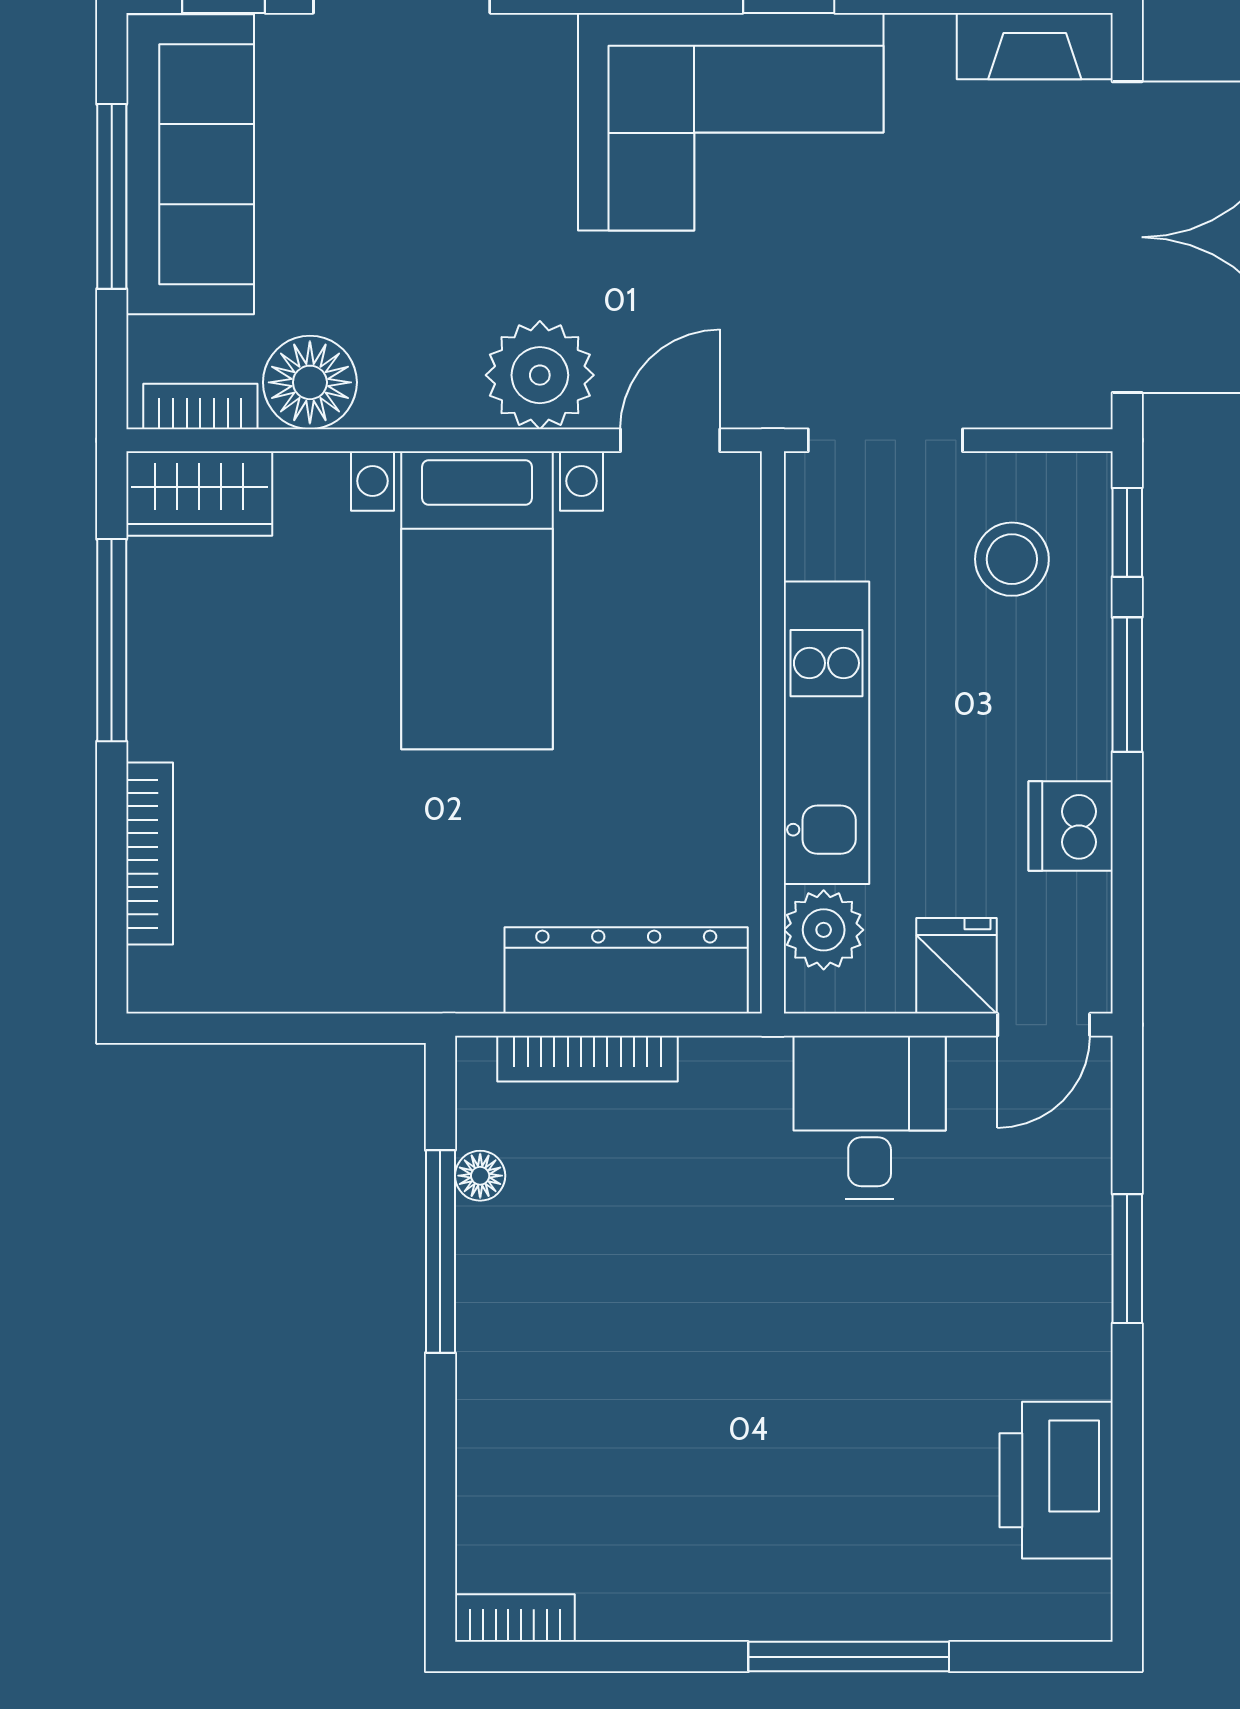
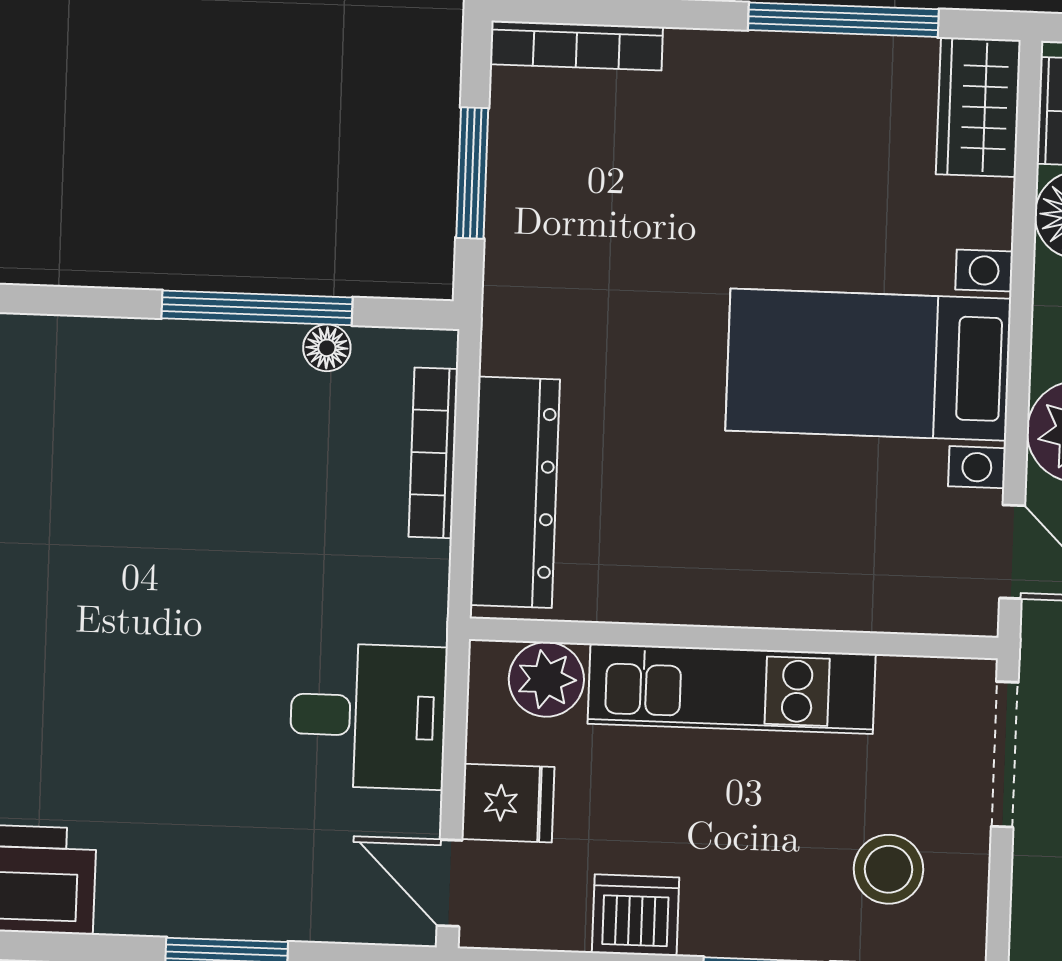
bookcase: (150, 854) -> (576, 46), moved
window: (289, 1028) -> (472, 173), added

